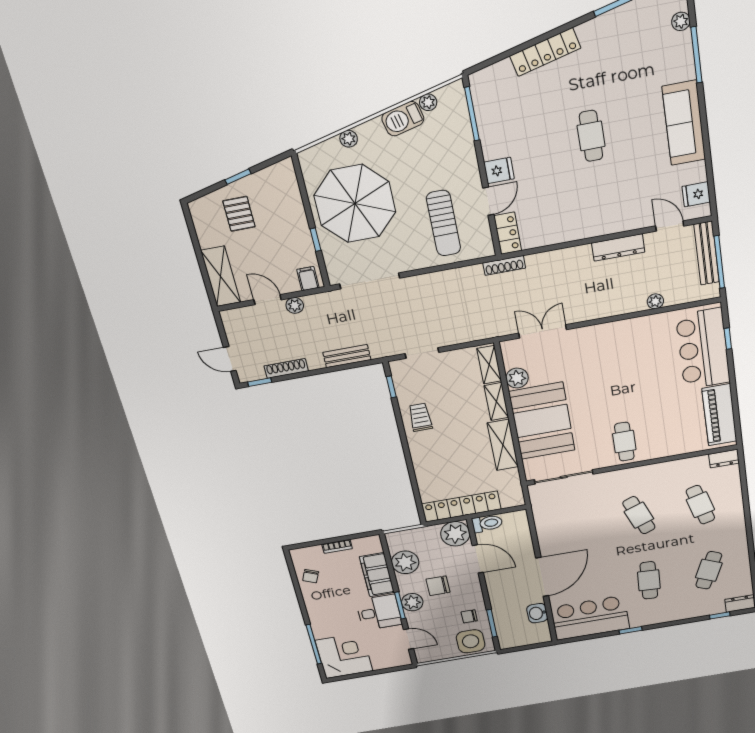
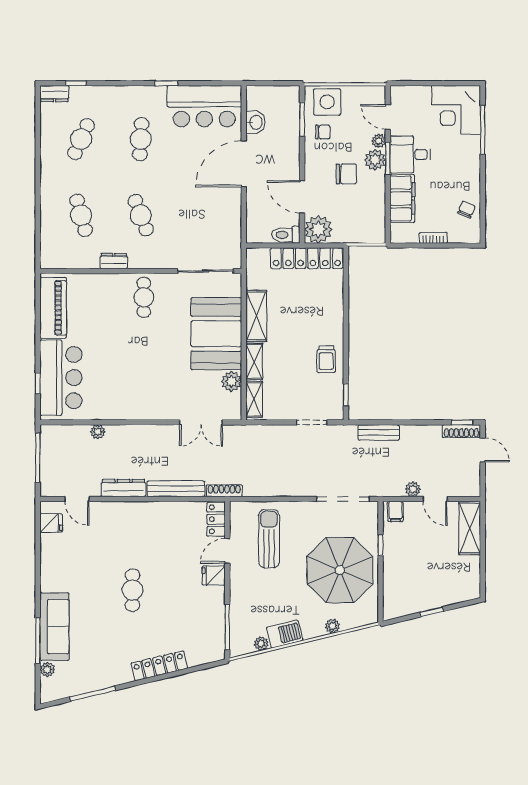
sofa: (684, 123) -> (54, 627), moved
pallet: (239, 214) -> (439, 580), removed
bench: (707, 253) -> (176, 489), moved, turned 90
shoe rack: (286, 368) -> (461, 431), moved
dresser: (724, 459) -> (114, 261), moved
plant: (405, 562) -> (379, 141), moved, width x0.53, depth x0.53

